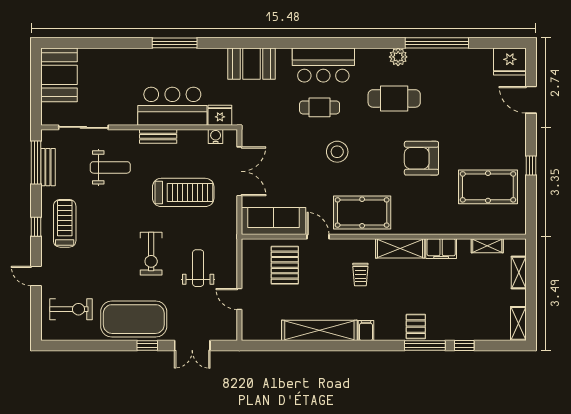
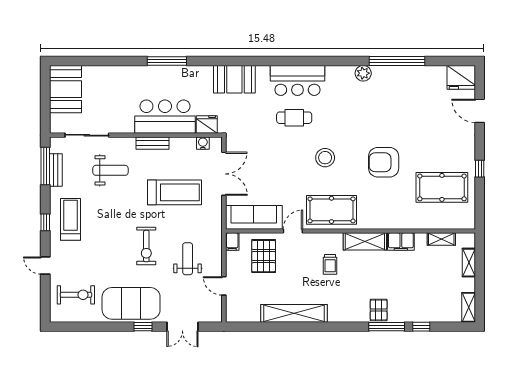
cafe table: (394, 98) -> (360, 110), removed
stool: (337, 152) -> (325, 158), moved
door: (318, 237) -> (293, 231), hinge flipped
filing cabinet: (366, 330) -> (232, 242), moved, turned 180

